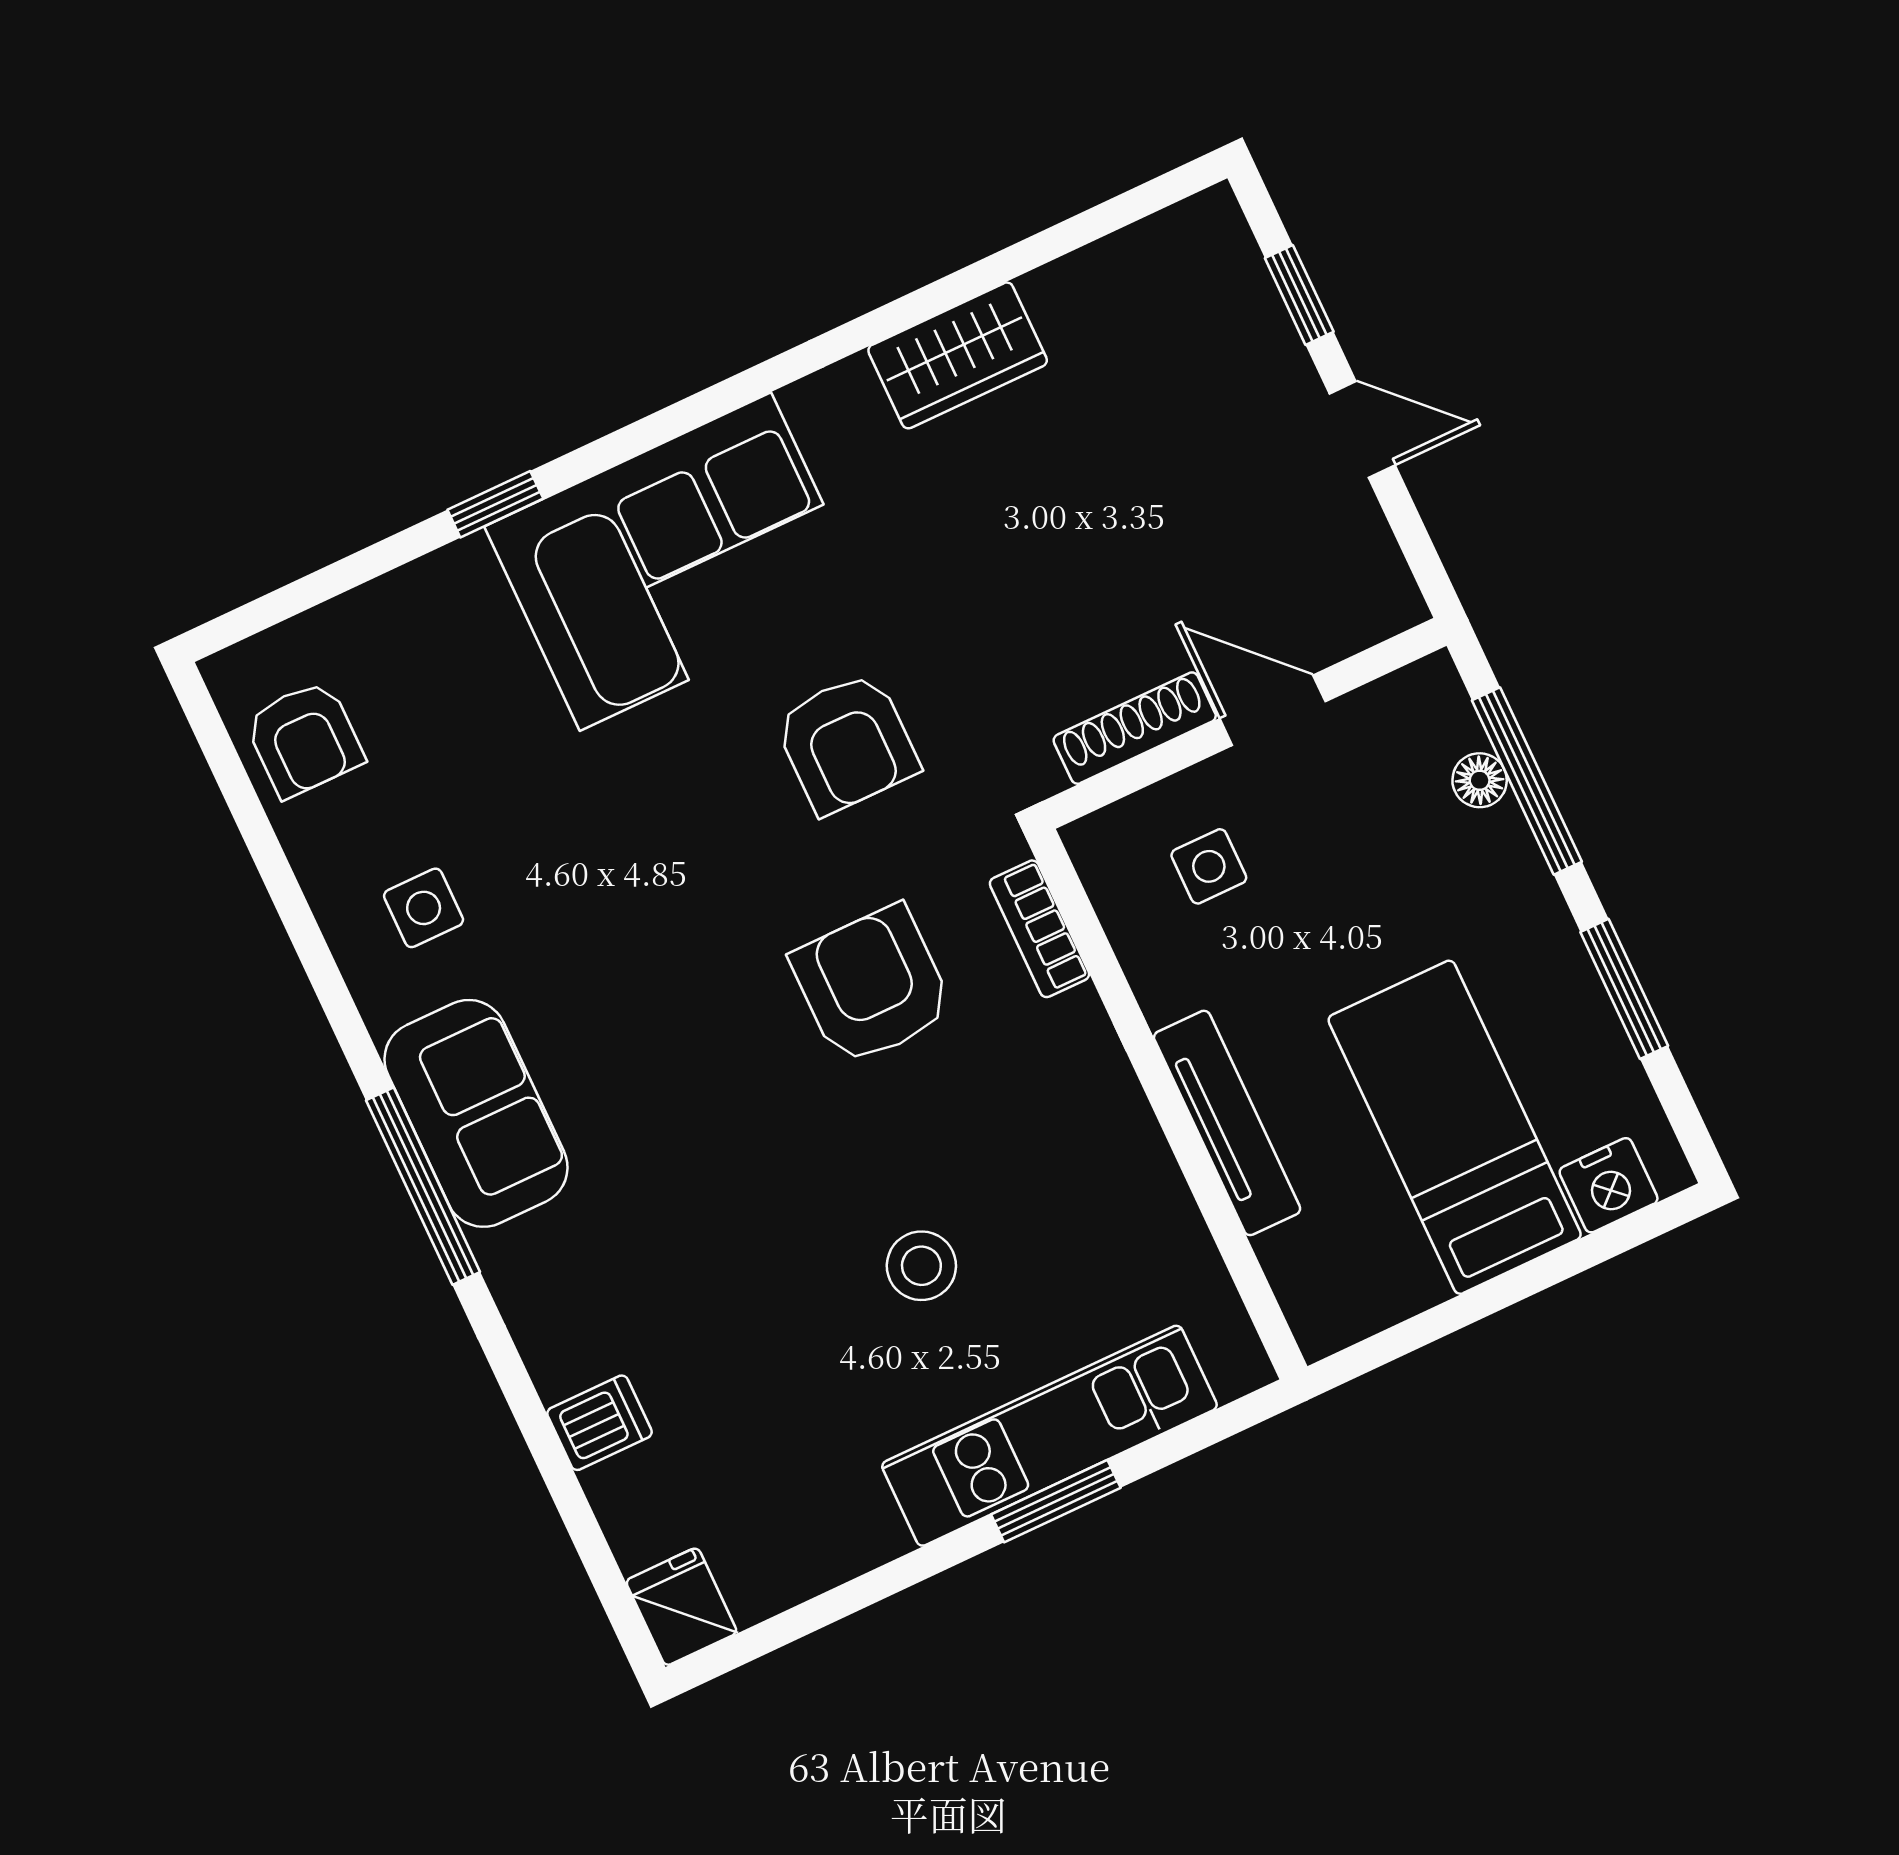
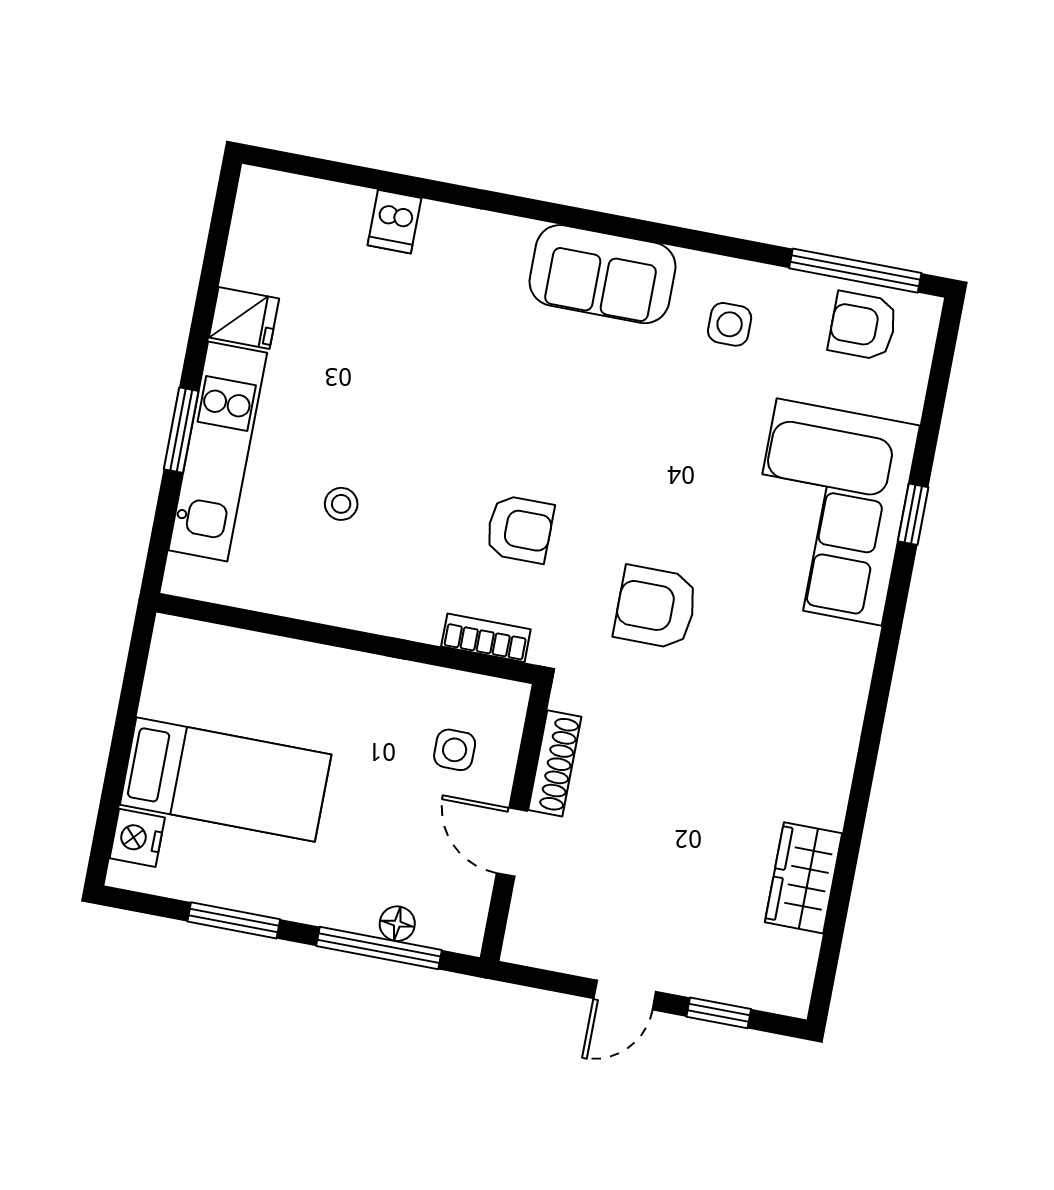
wardrobe: (958, 355) -> (804, 878), moved
corner sofa: (675, 562) -> (829, 512), moved
door: (1273, 710) -> (512, 842), swing flipped
armchair: (872, 985) -> (520, 529), width x0.72, depth x0.72
tv unit: (1227, 1123) -> (314, 662), removed
window: (423, 1186) -> (855, 271), moved
stool: (921, 1266) -> (341, 504), moved, width x0.73, depth x0.73
fridge: (681, 1607) -> (244, 318), moved

